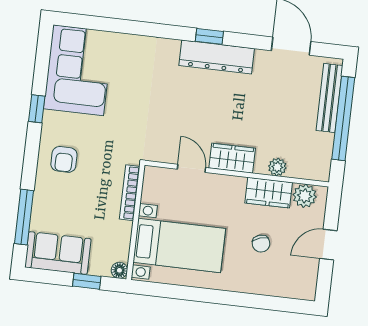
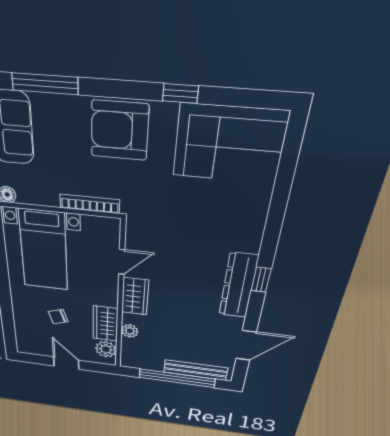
armchair: (64, 159) -> (120, 131), width x1.88, depth x1.88

